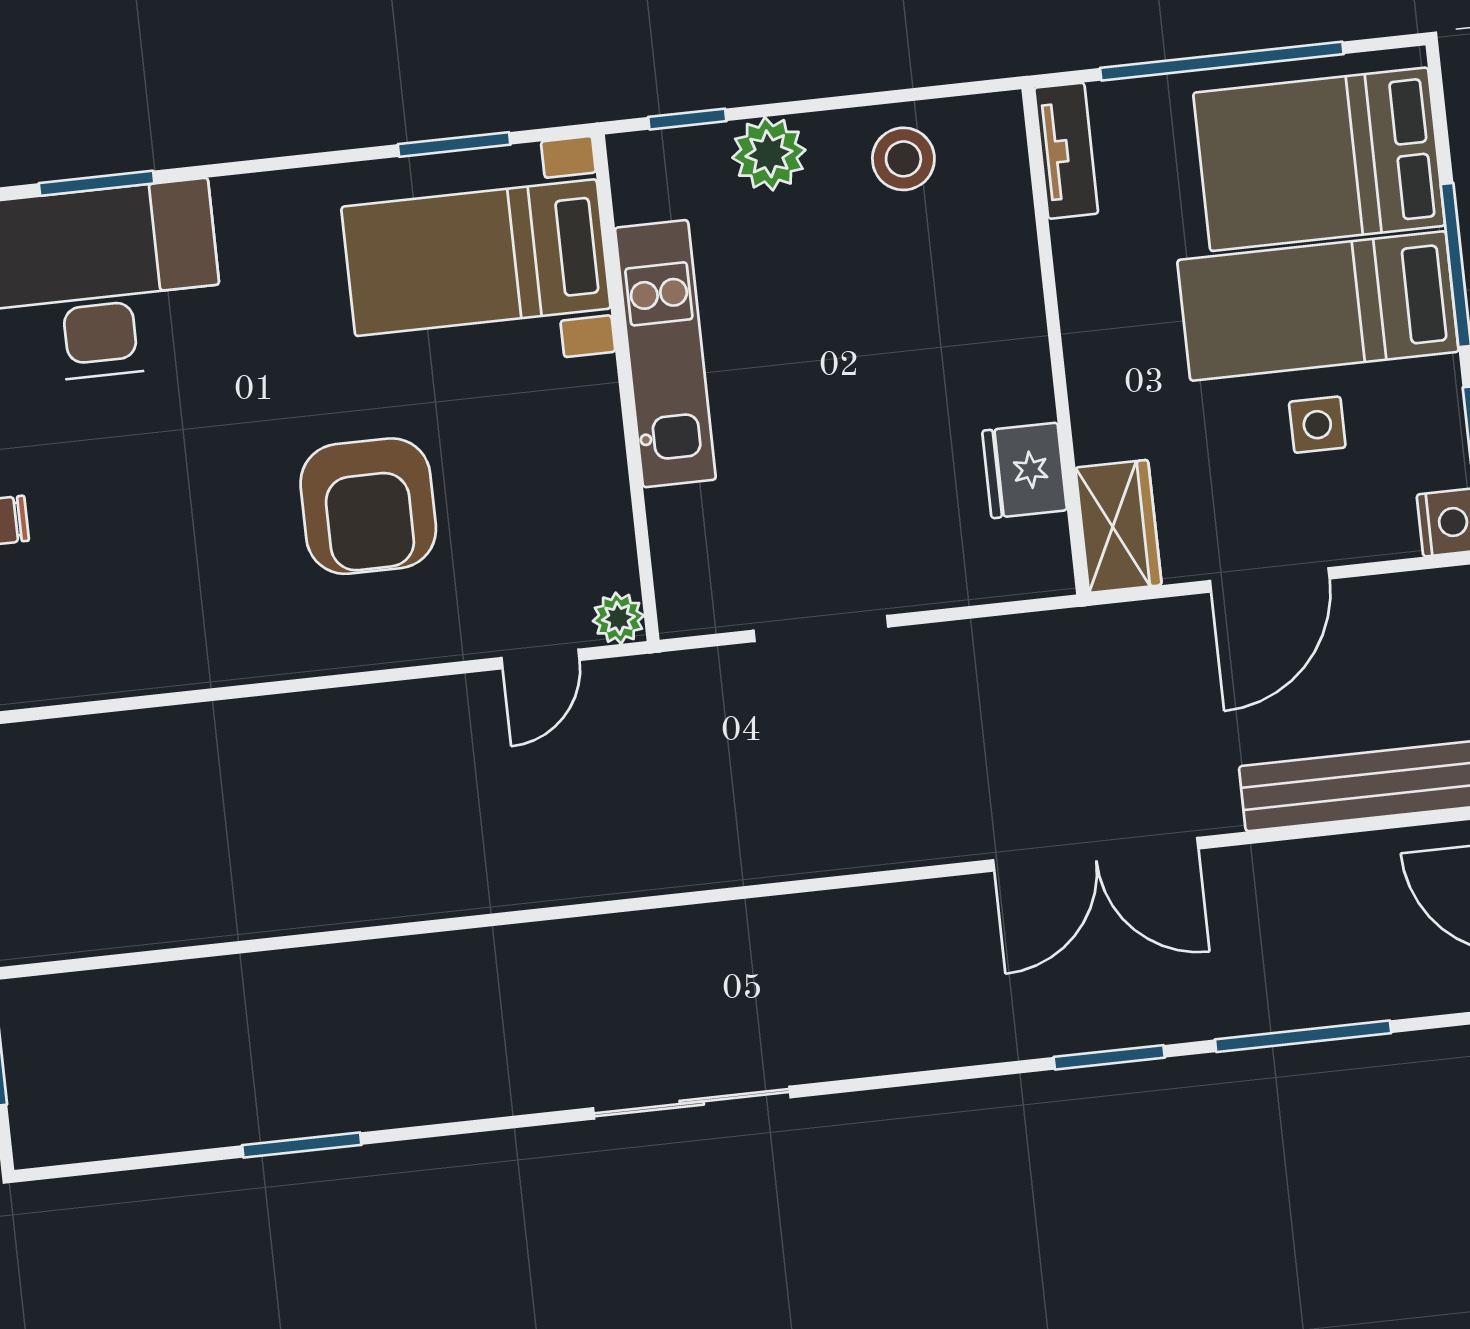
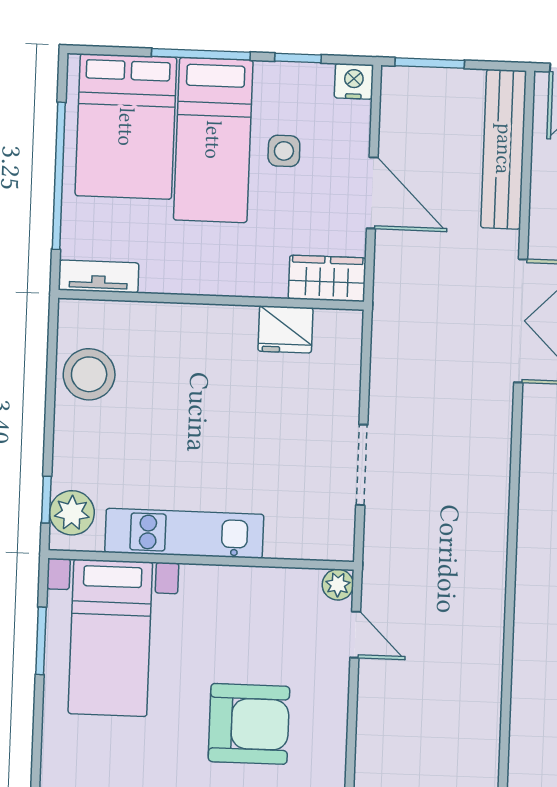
plant: (769, 154) -> (72, 513), moved
stool: (903, 159) -> (89, 374), width x1.38, depth x1.38

